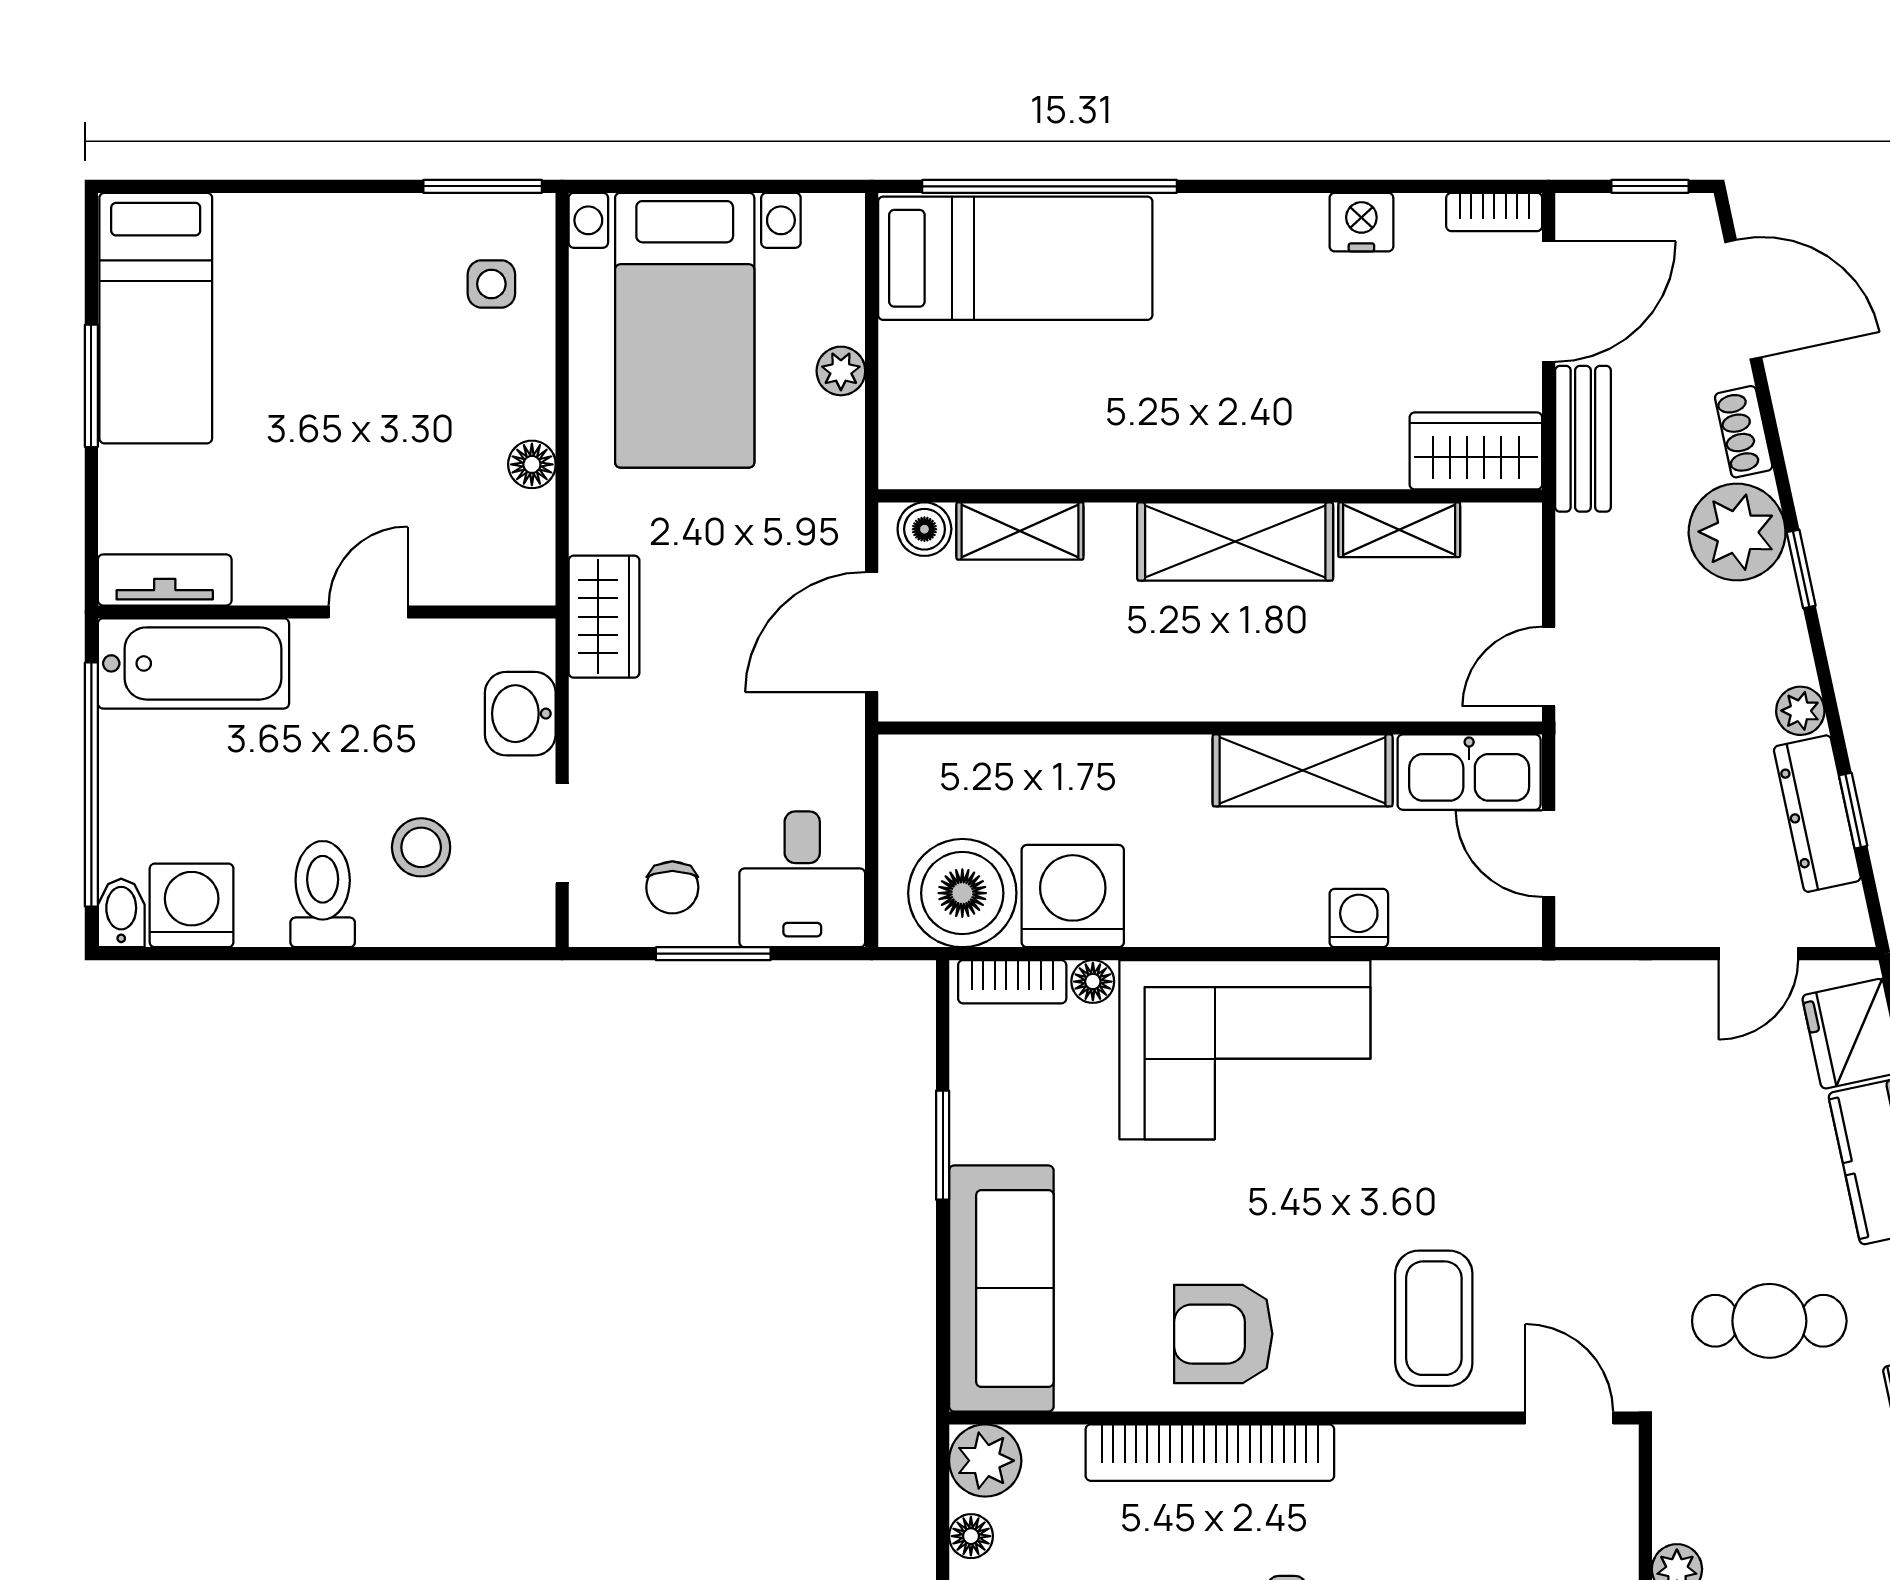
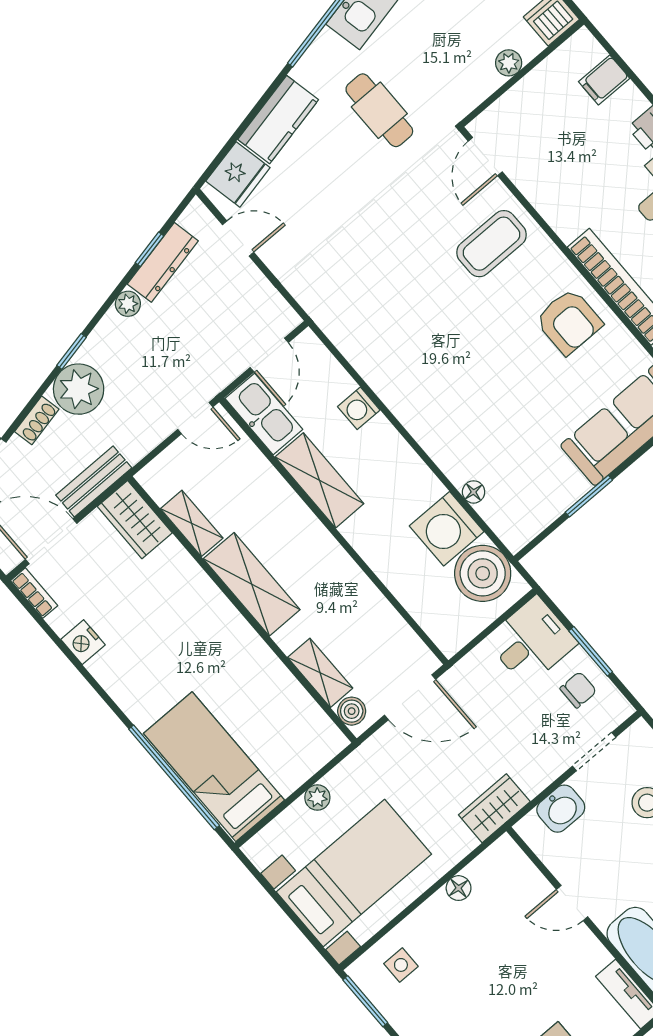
bookcase: (1012, 982) -> (501, 524), removed
corner sofa: (1245, 1050) -> (449, 409), removed

